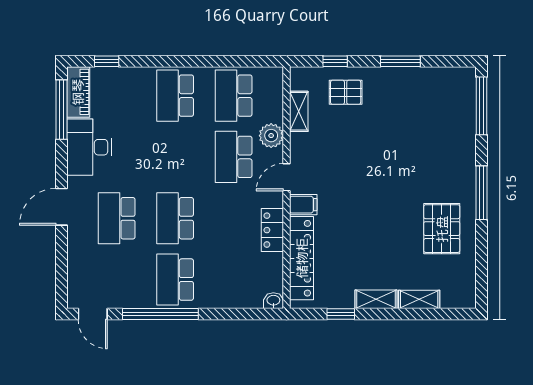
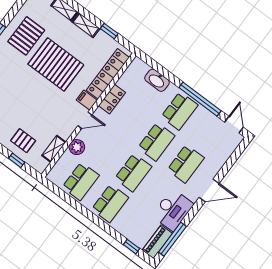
school desk: (234, 157) -> (133, 173), moved
pallet: (377, 221) -> (56, 64), added
washbasin: (273, 301) -> (157, 80), moved, width x1.91, depth x1.45

